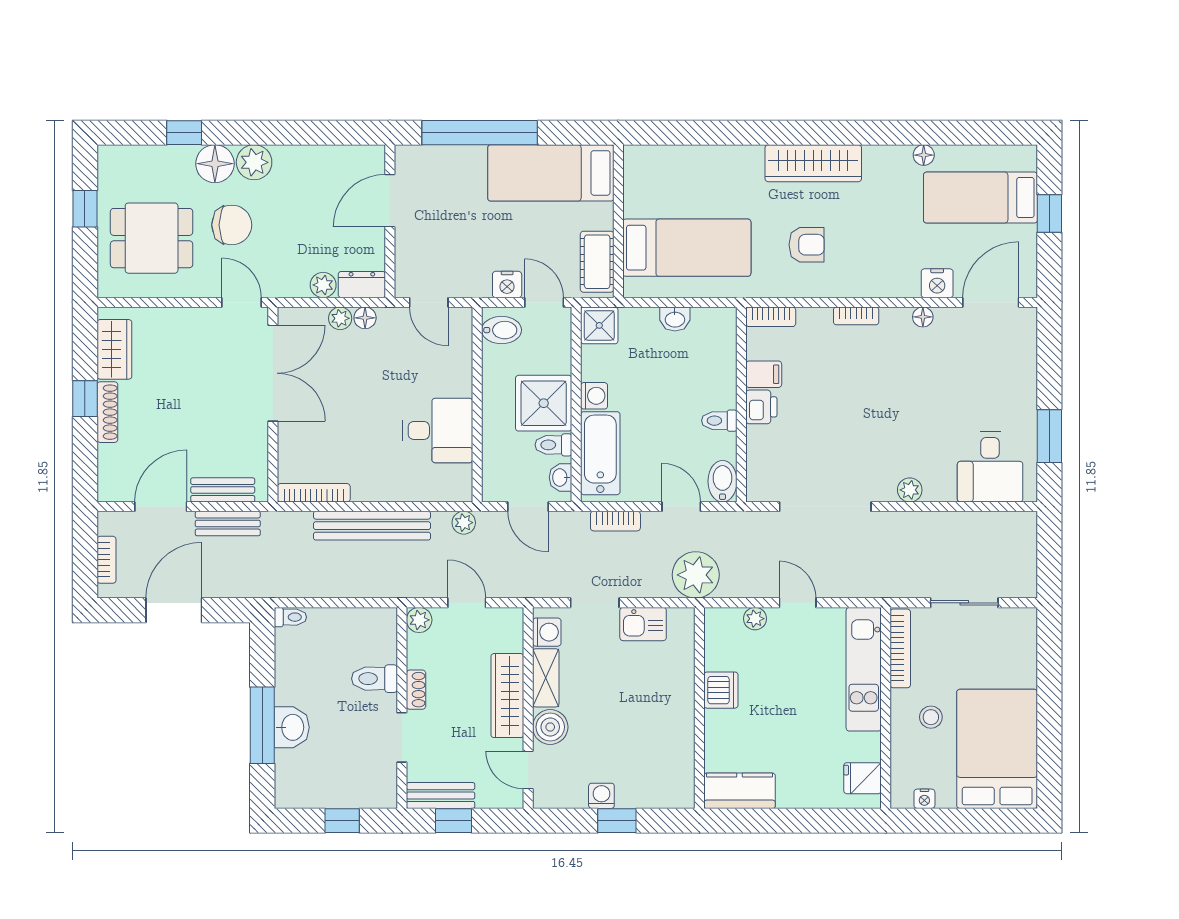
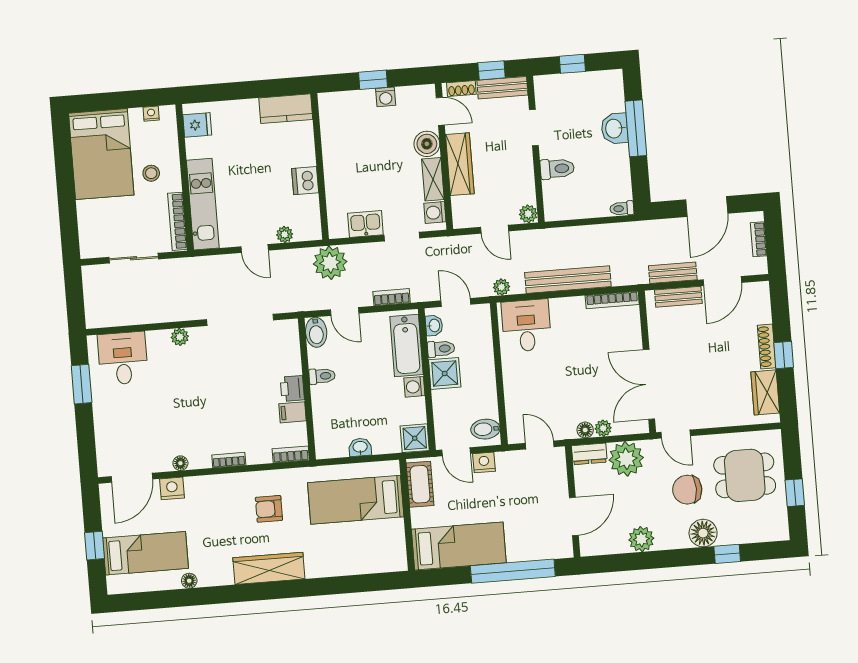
plant: (254, 162) -> (641, 539), moved
plant: (323, 285) -> (626, 459), width x1.88, depth x1.88
shower: (544, 403) -> (445, 373), width x0.73, depth x0.73
desk: (438, 430) -> (526, 326), moved, turned 90
shoe rack: (416, 690) -> (461, 88), moved, turned -90

